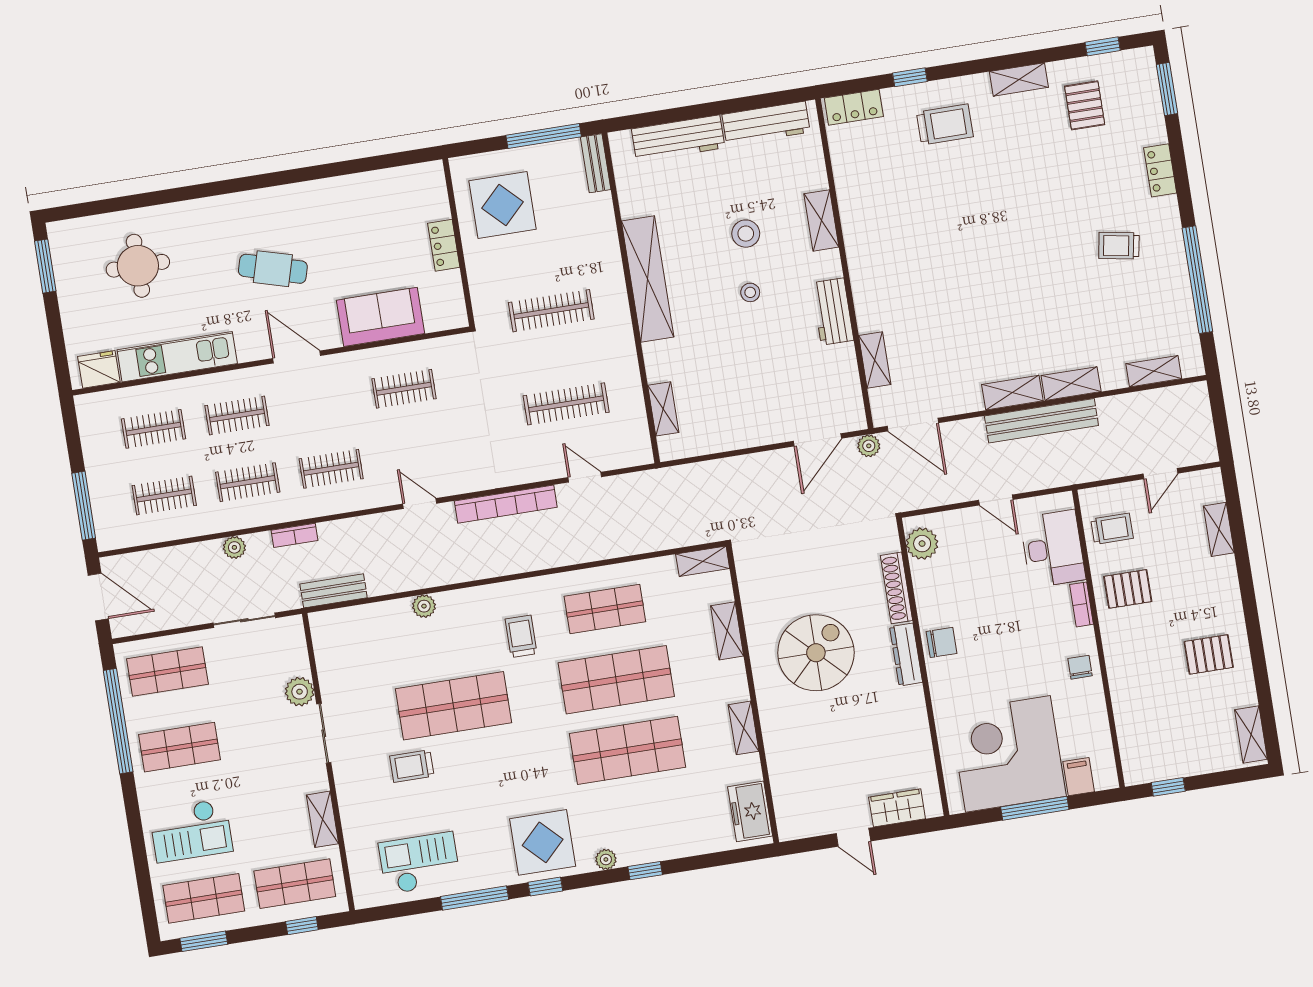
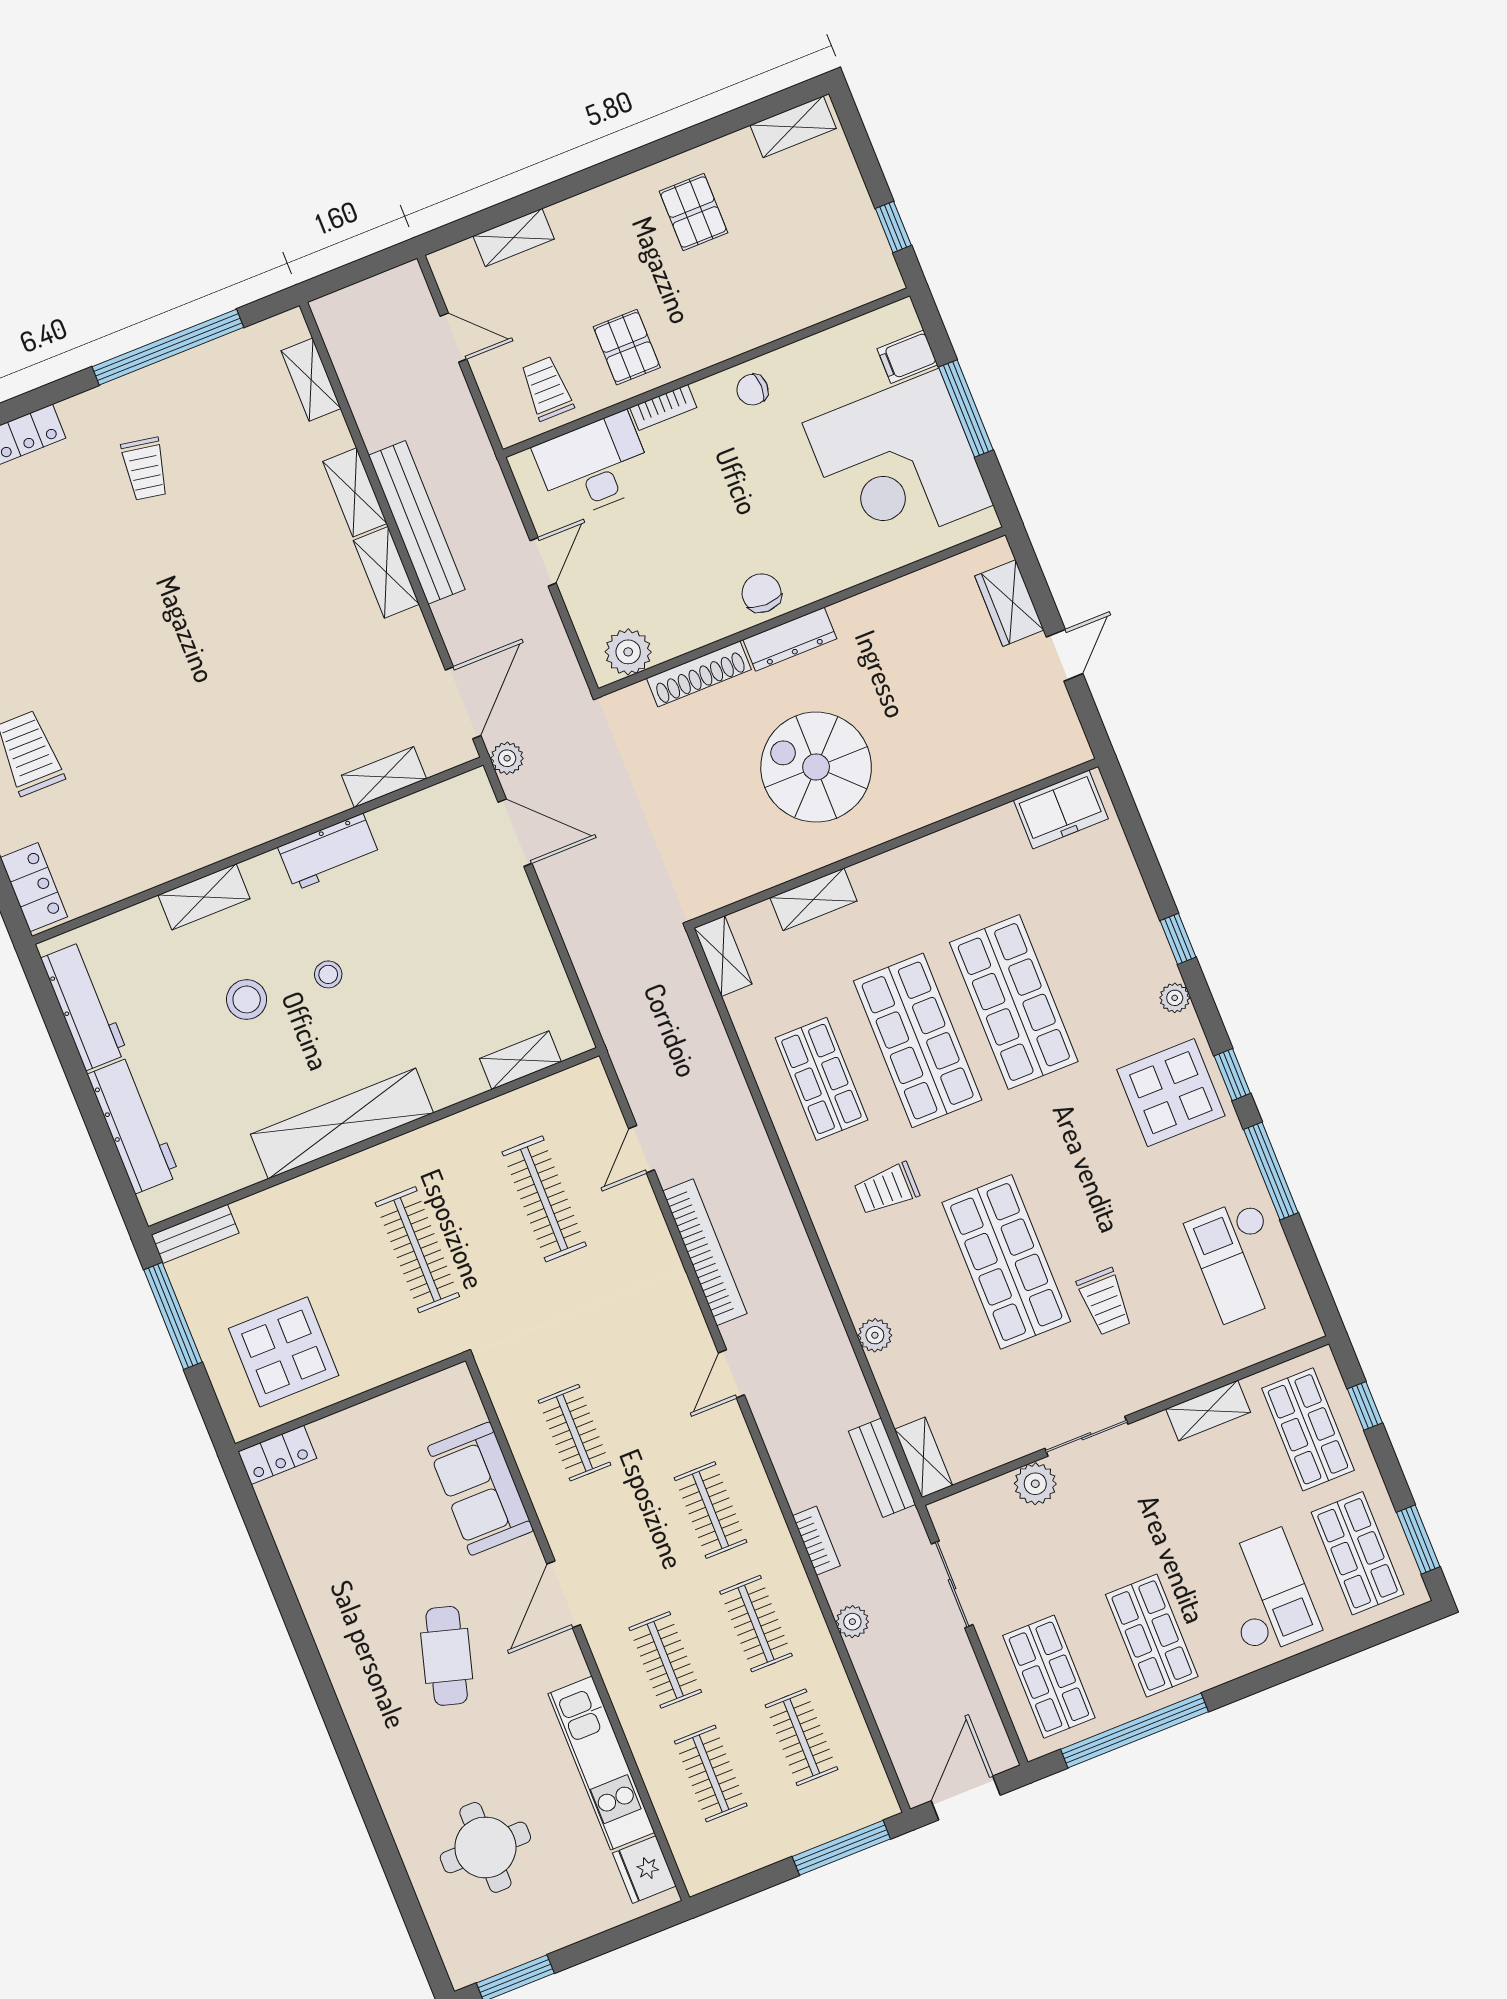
locker: (444, 245) -> (277, 1455), moved
shelving: (744, 728) -> (923, 1457), moved, turned 90

